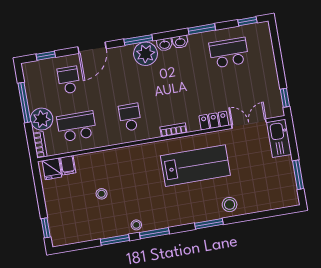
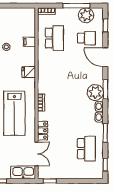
school desk: (130, 117) -> (54, 75), removed
plant: (42, 119) -> (86, 15), moved
filing cabinet: (68, 165) -> (29, 42), moved
fridge: (52, 169) -> (29, 72), moved

